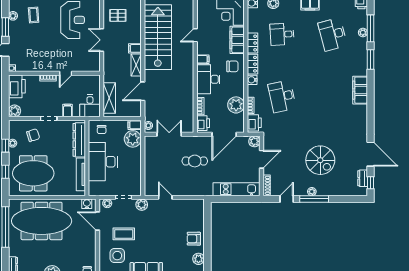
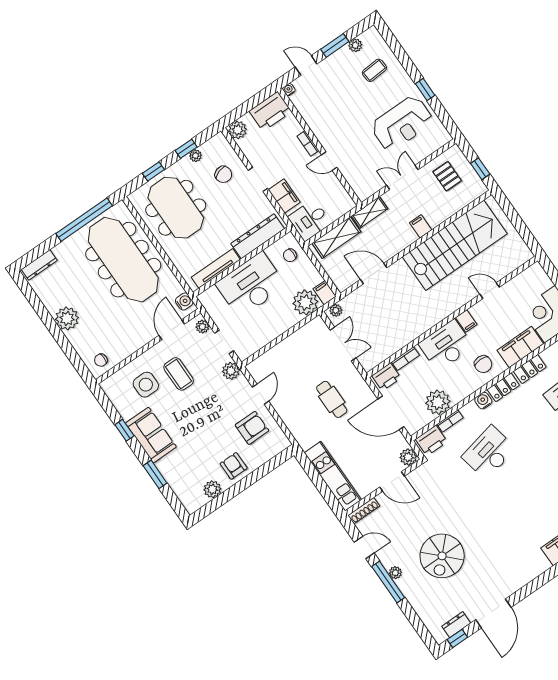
shelving: (136, 65) -> (370, 212), moved
filing cabinet: (68, 111) -> (284, 196), width x2.00
armchair: (180, 215) -> (252, 428), added

